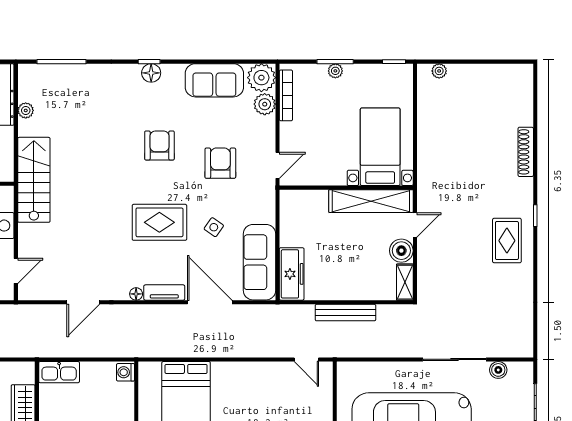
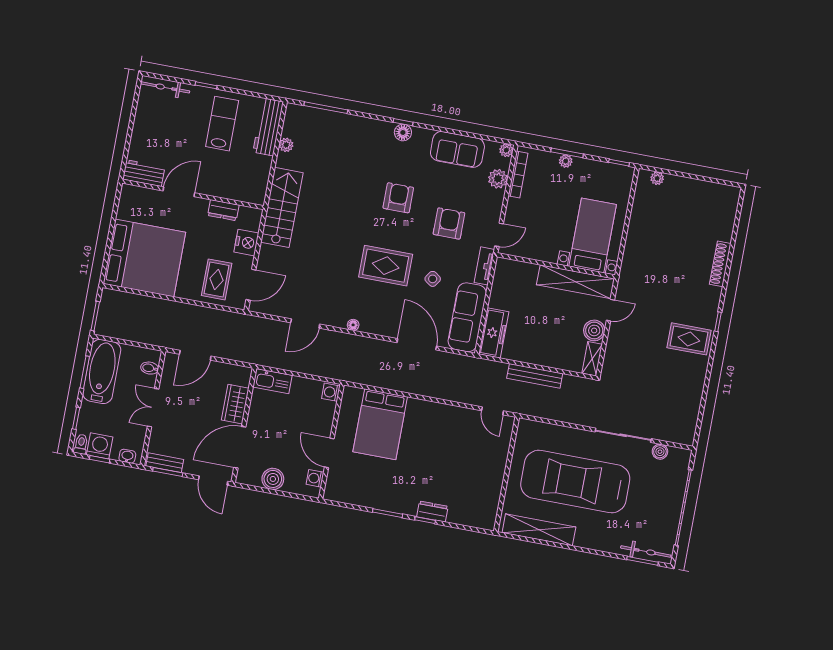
plant: (261, 78) -> (506, 150), width x0.53, depth x0.53
rug: (507, 241) -> (689, 339), turned 90
door: (16, 271) -> (251, 285), width x1.38
tv unit: (164, 293) -> (484, 266), moved, turned -90

